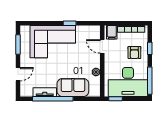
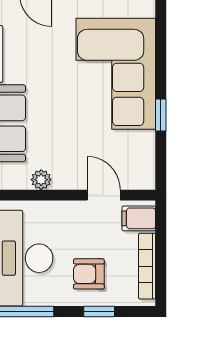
door: (102, 46) -> (104, 195), hinge flipped

